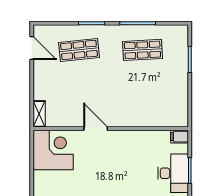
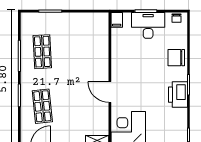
door: (96, 129) -> (110, 92), hinge flipped

